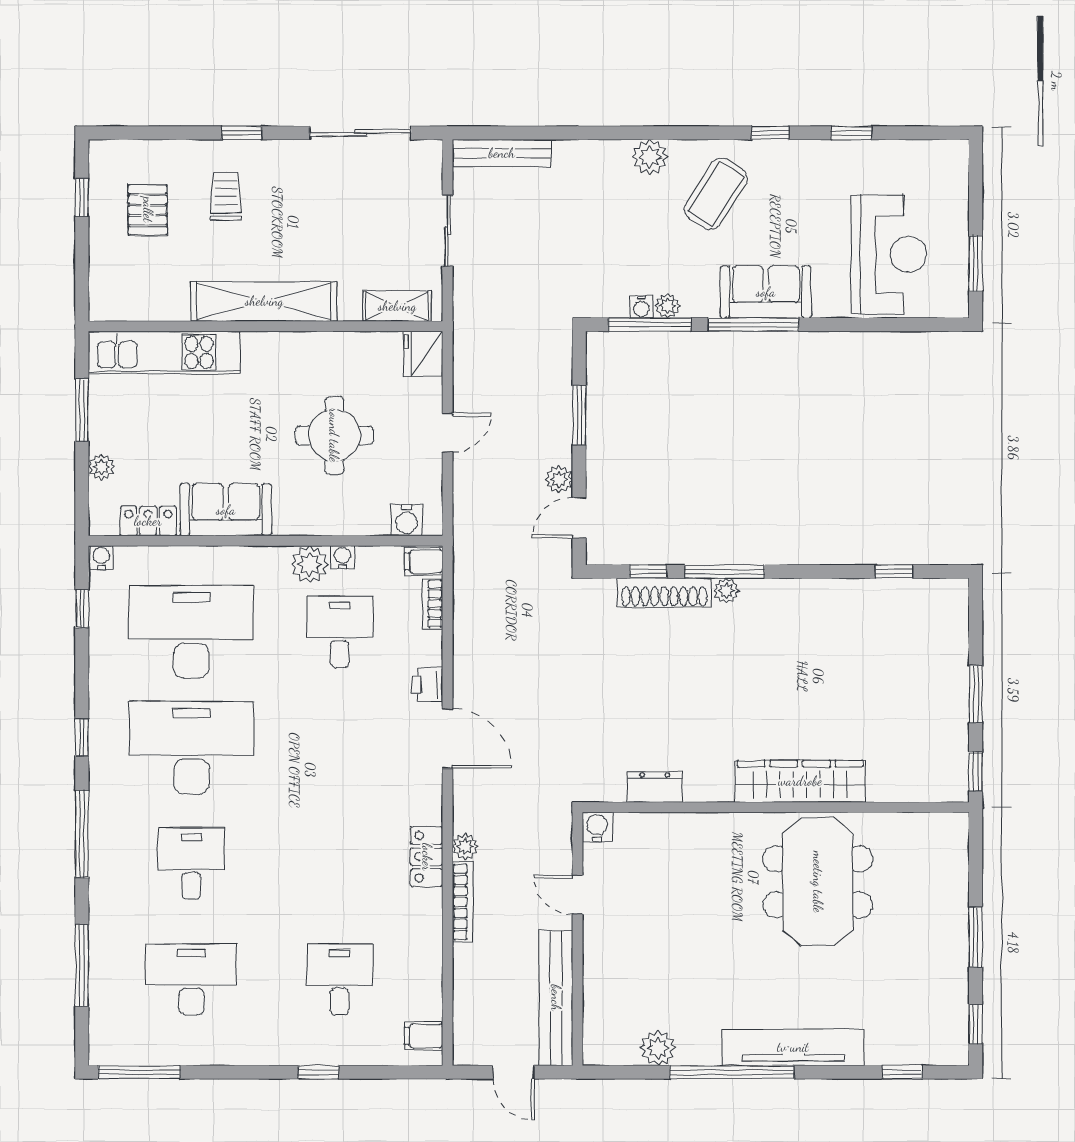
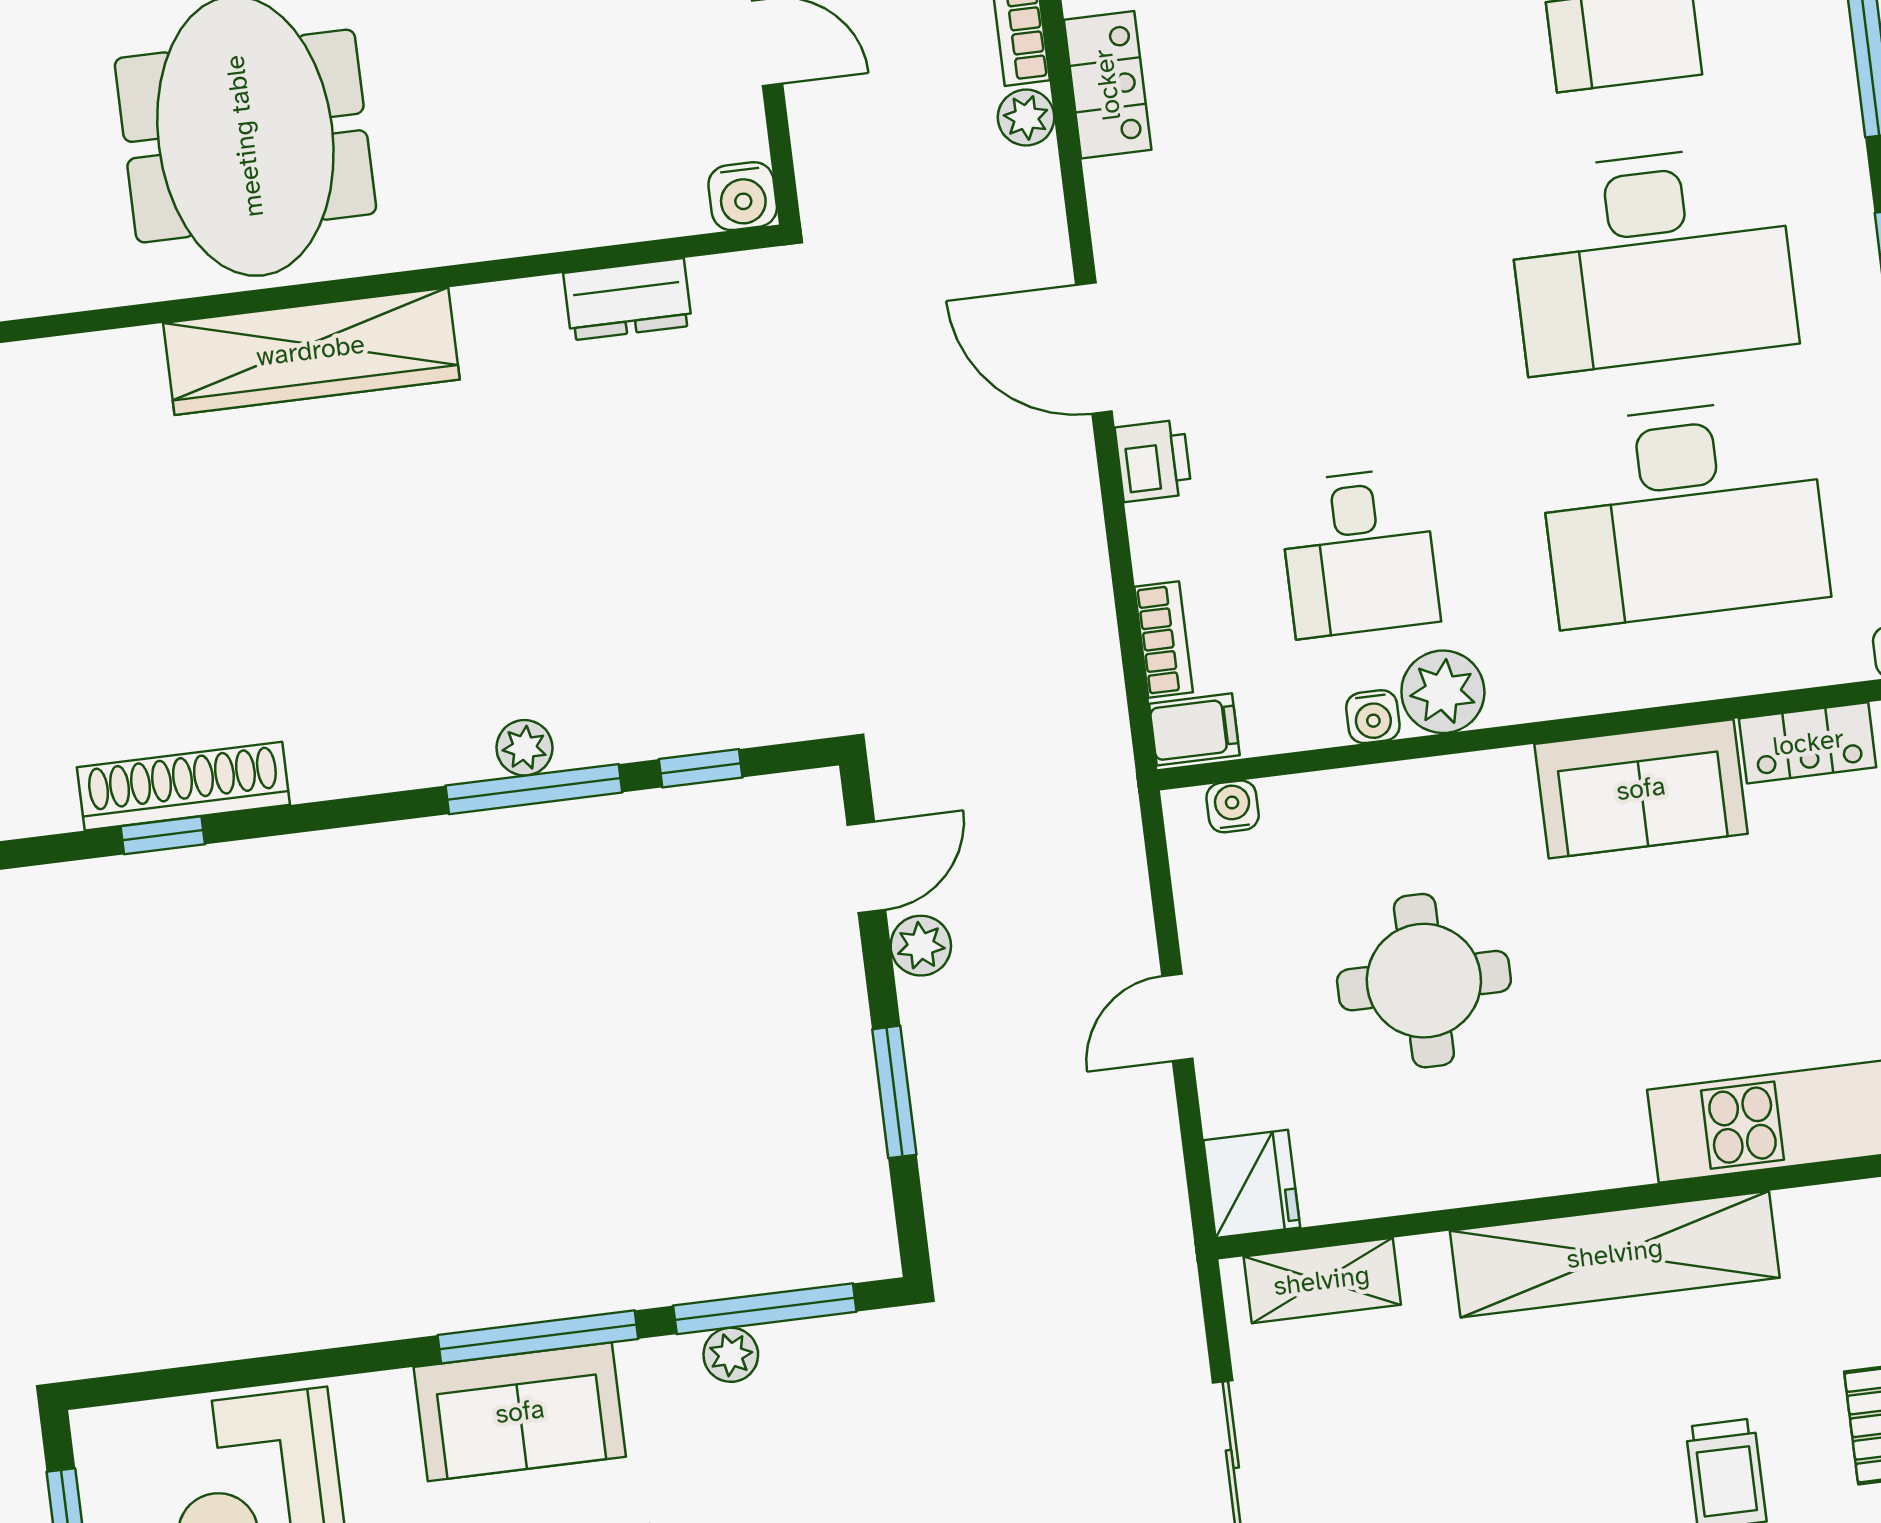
water cooler: (641, 307) -> (788, 1345), removed
water cooler: (406, 520) -> (1233, 806), width x0.72, depth x0.72
shoe rack: (664, 593) -> (183, 786), moved

